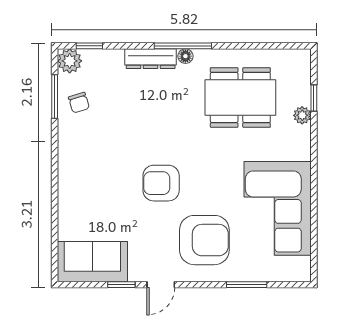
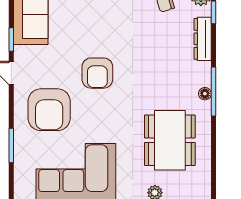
dresser: (151, 59) -> (203, 39), moved
armchair: (161, 183) -> (97, 73), turned 180

